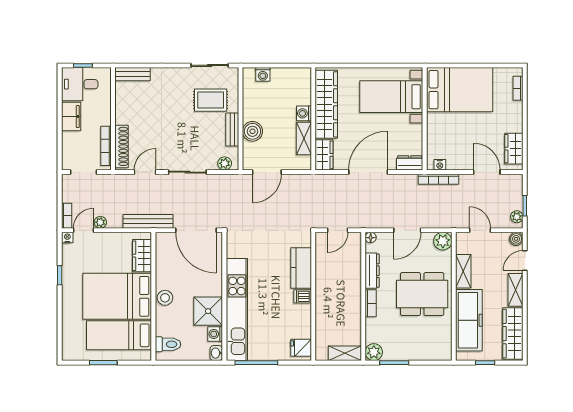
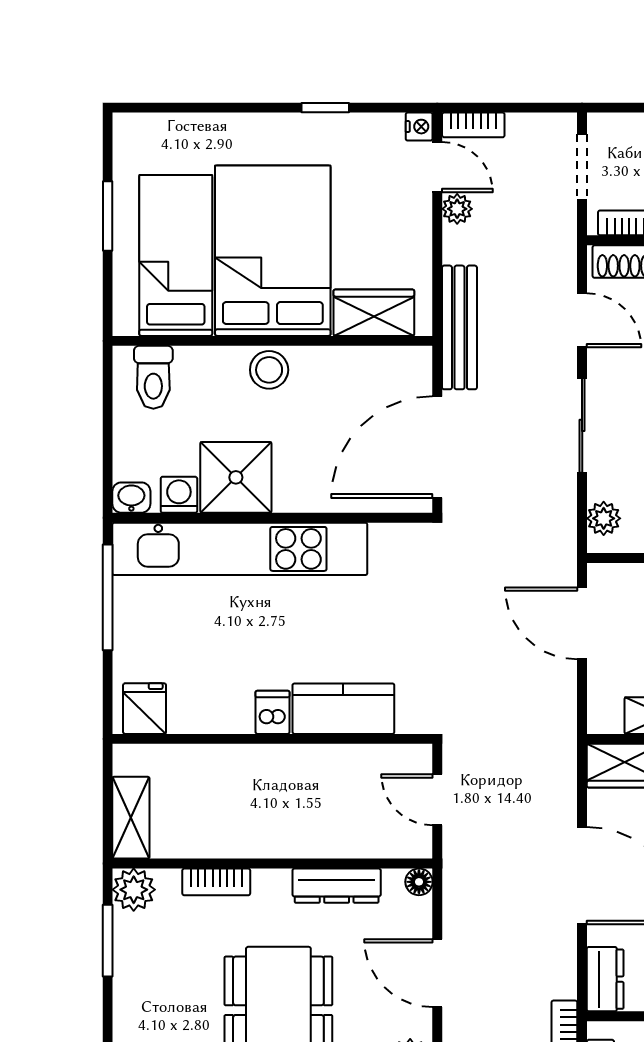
bookcase: (371, 303) -> (216, 882), moved

